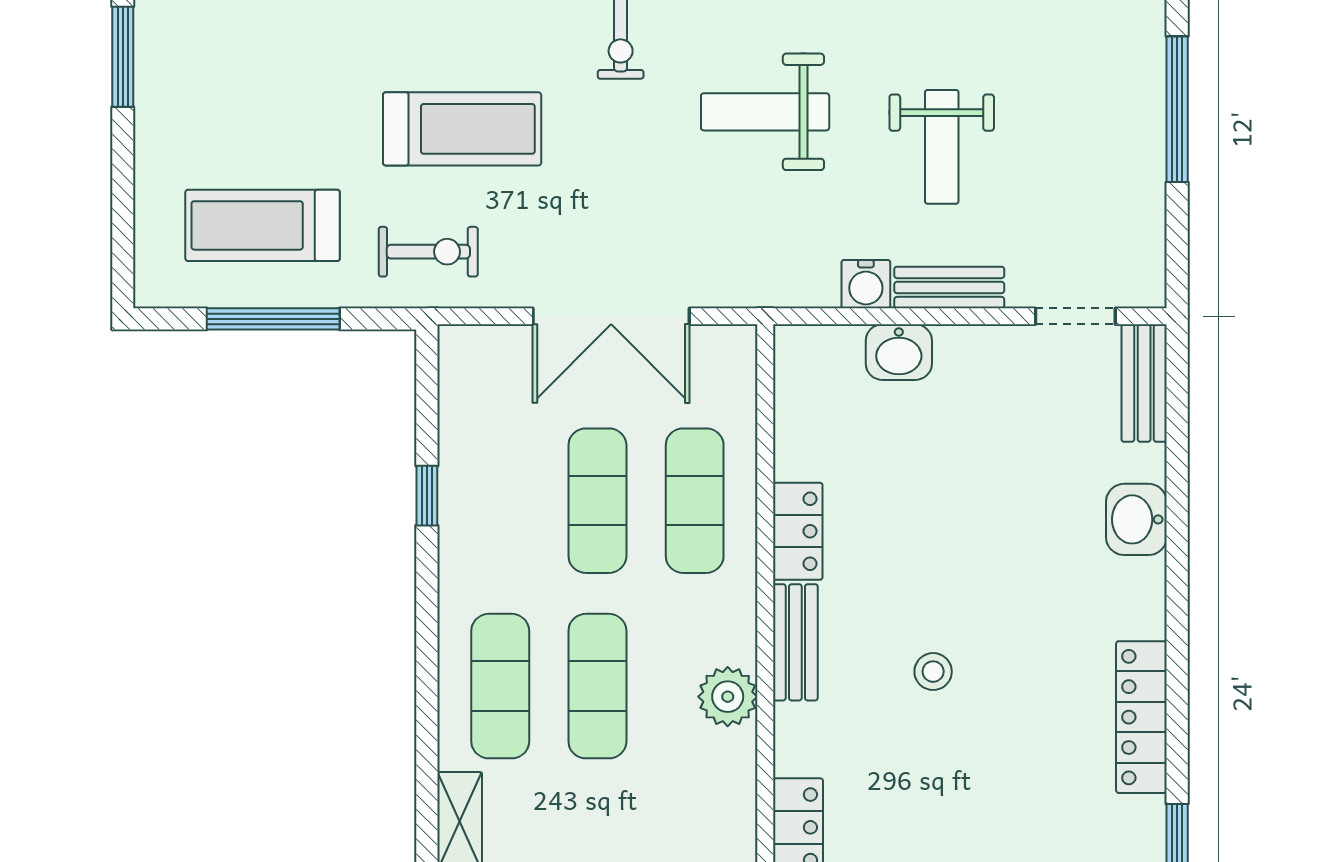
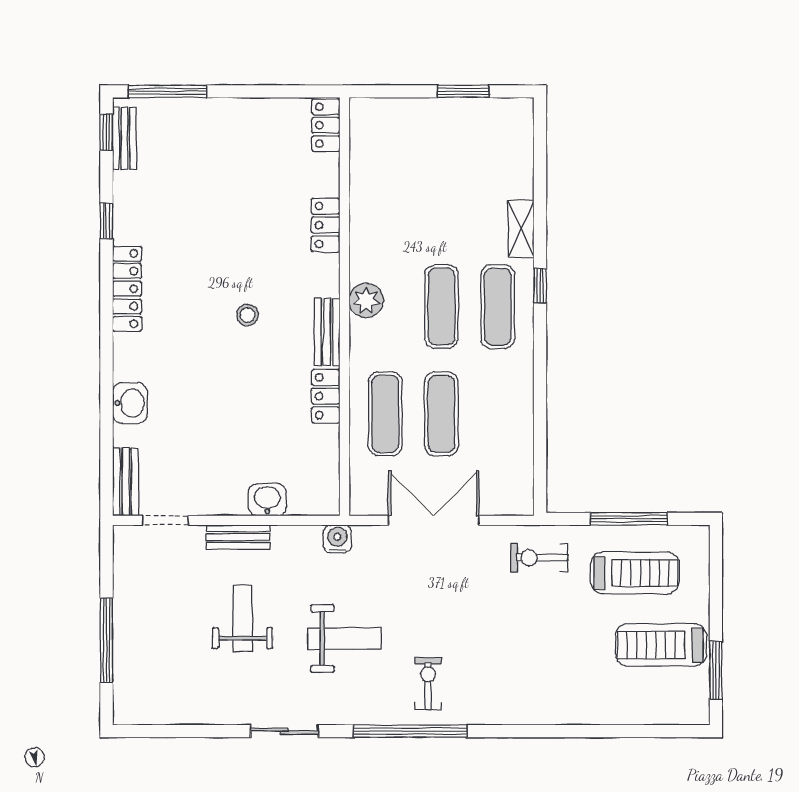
treadmill: (462, 129) -> (661, 645), moved
water cooler: (866, 284) -> (337, 539), moved
window: (427, 496) -> (540, 286), moved

